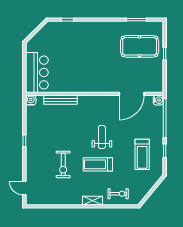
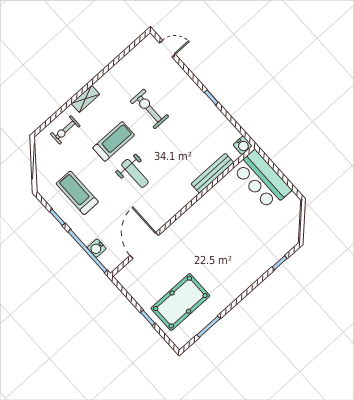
water cooler: (158, 100) -> (97, 248), moved

